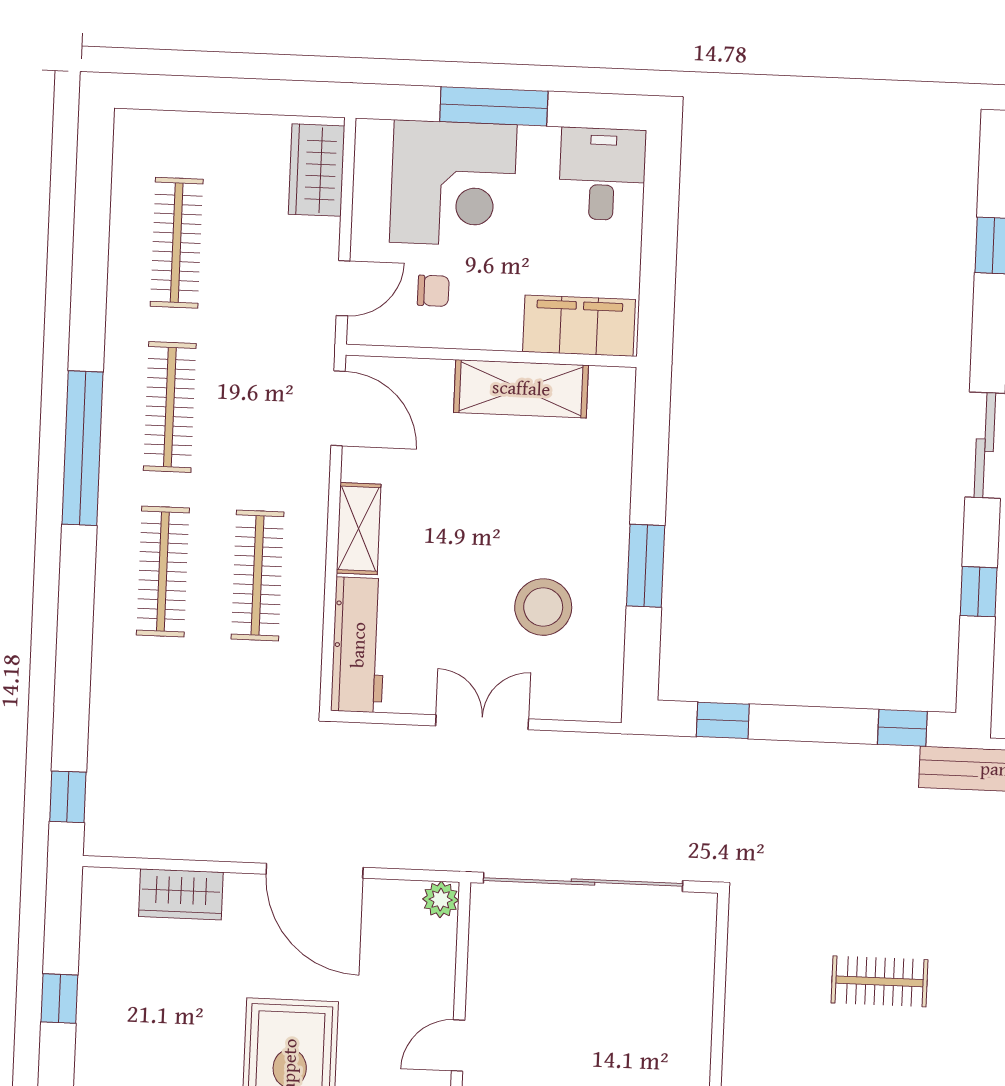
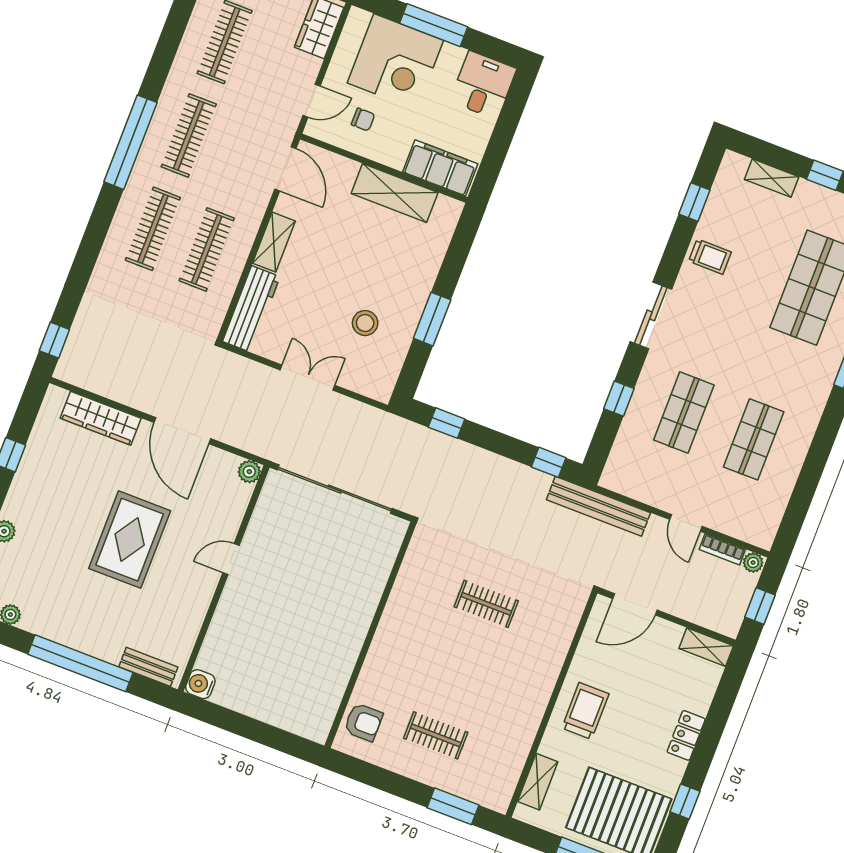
stool: (543, 607) -> (365, 323), width x0.73, depth x0.73
wardrobe: (181, 894) -> (101, 418), width x1.50

